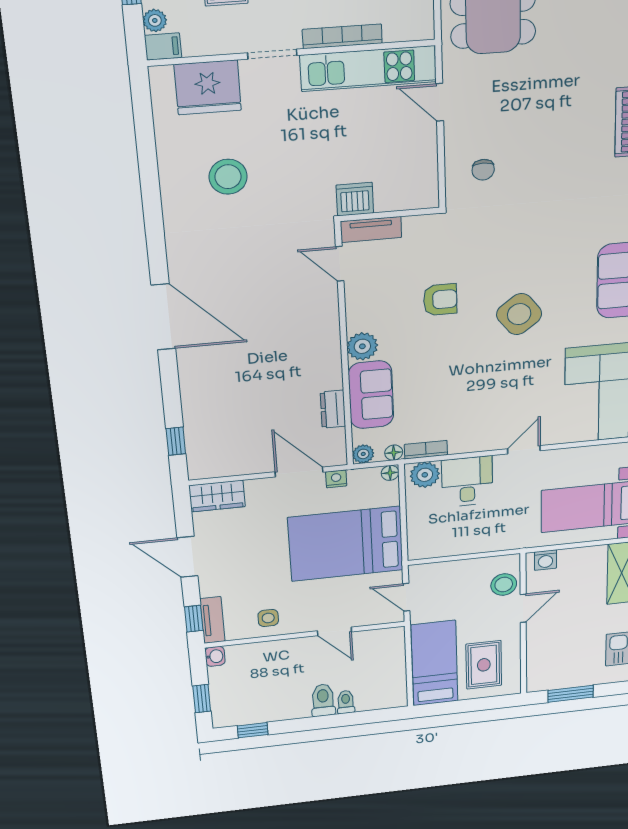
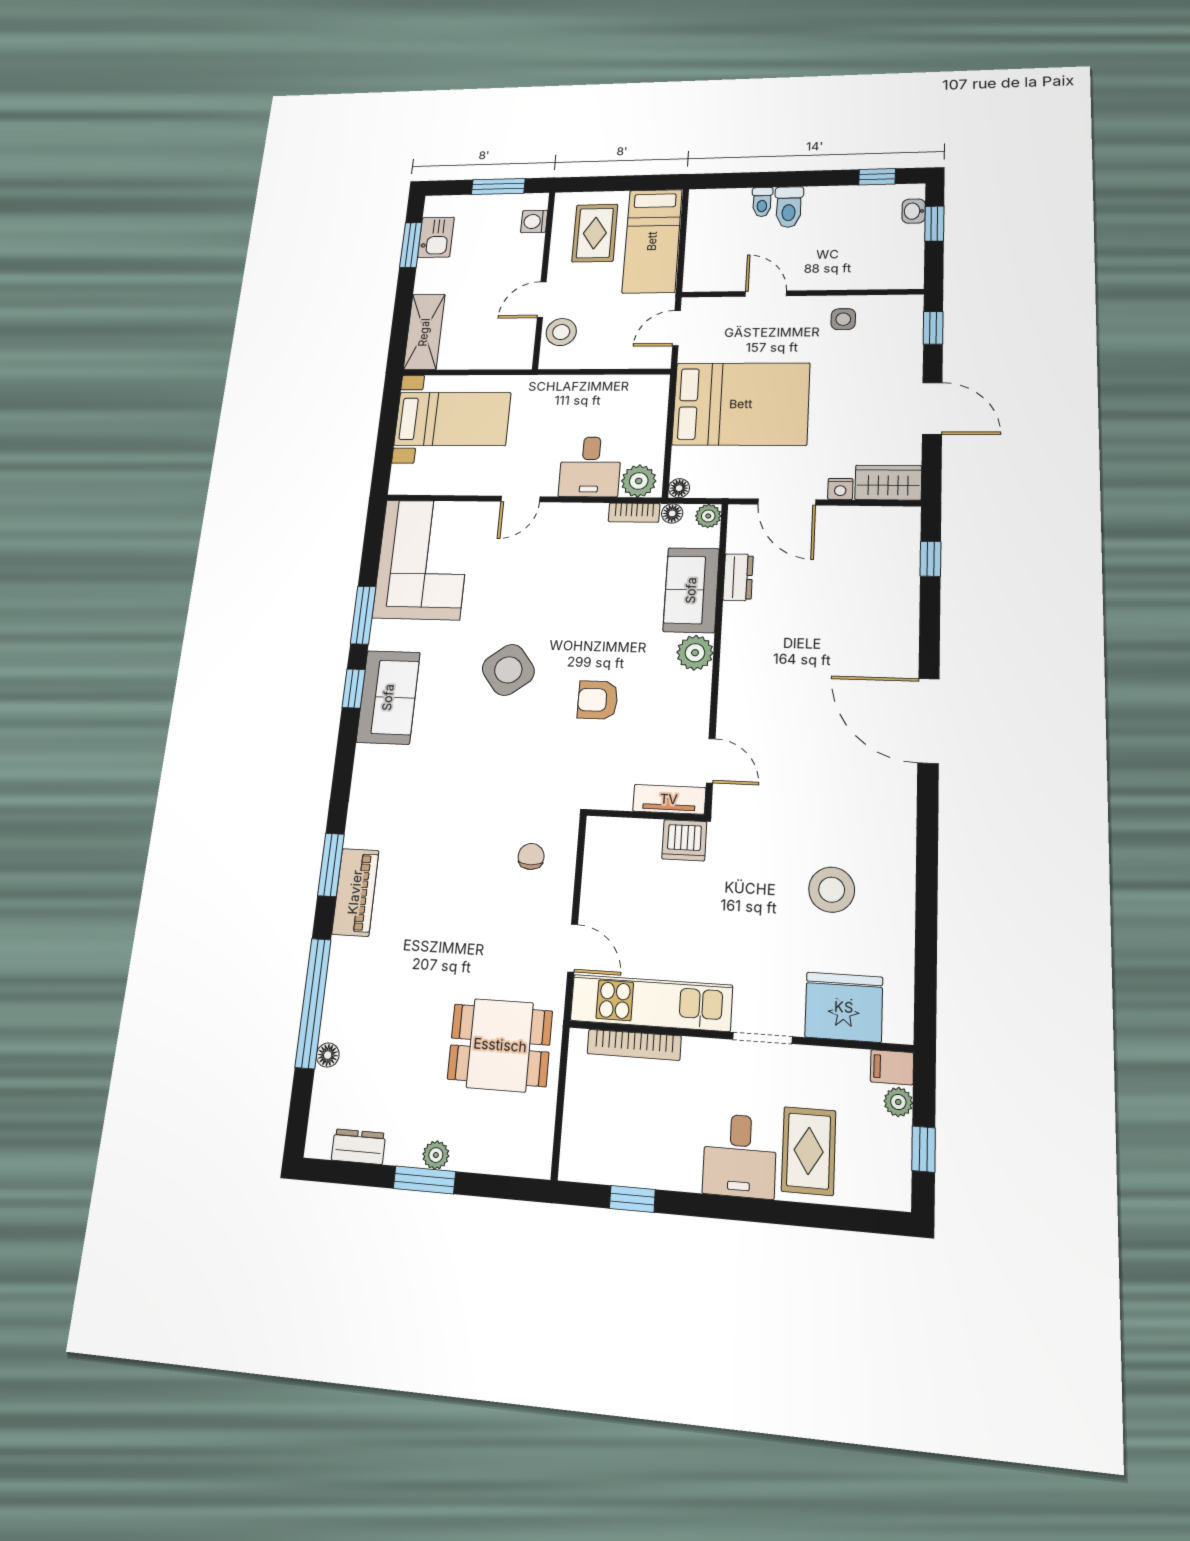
bookcase: (342, 36) -> (634, 1045), moved
nightstand: (336, 479) -> (840, 489), moved
washing machine: (545, 560) -> (534, 221), moved, turned -90
door: (406, 597) -> (677, 328), swing flipped
tv unit: (212, 620) -> (911, 324), removed
washbasin: (215, 656) -> (914, 211), moved

